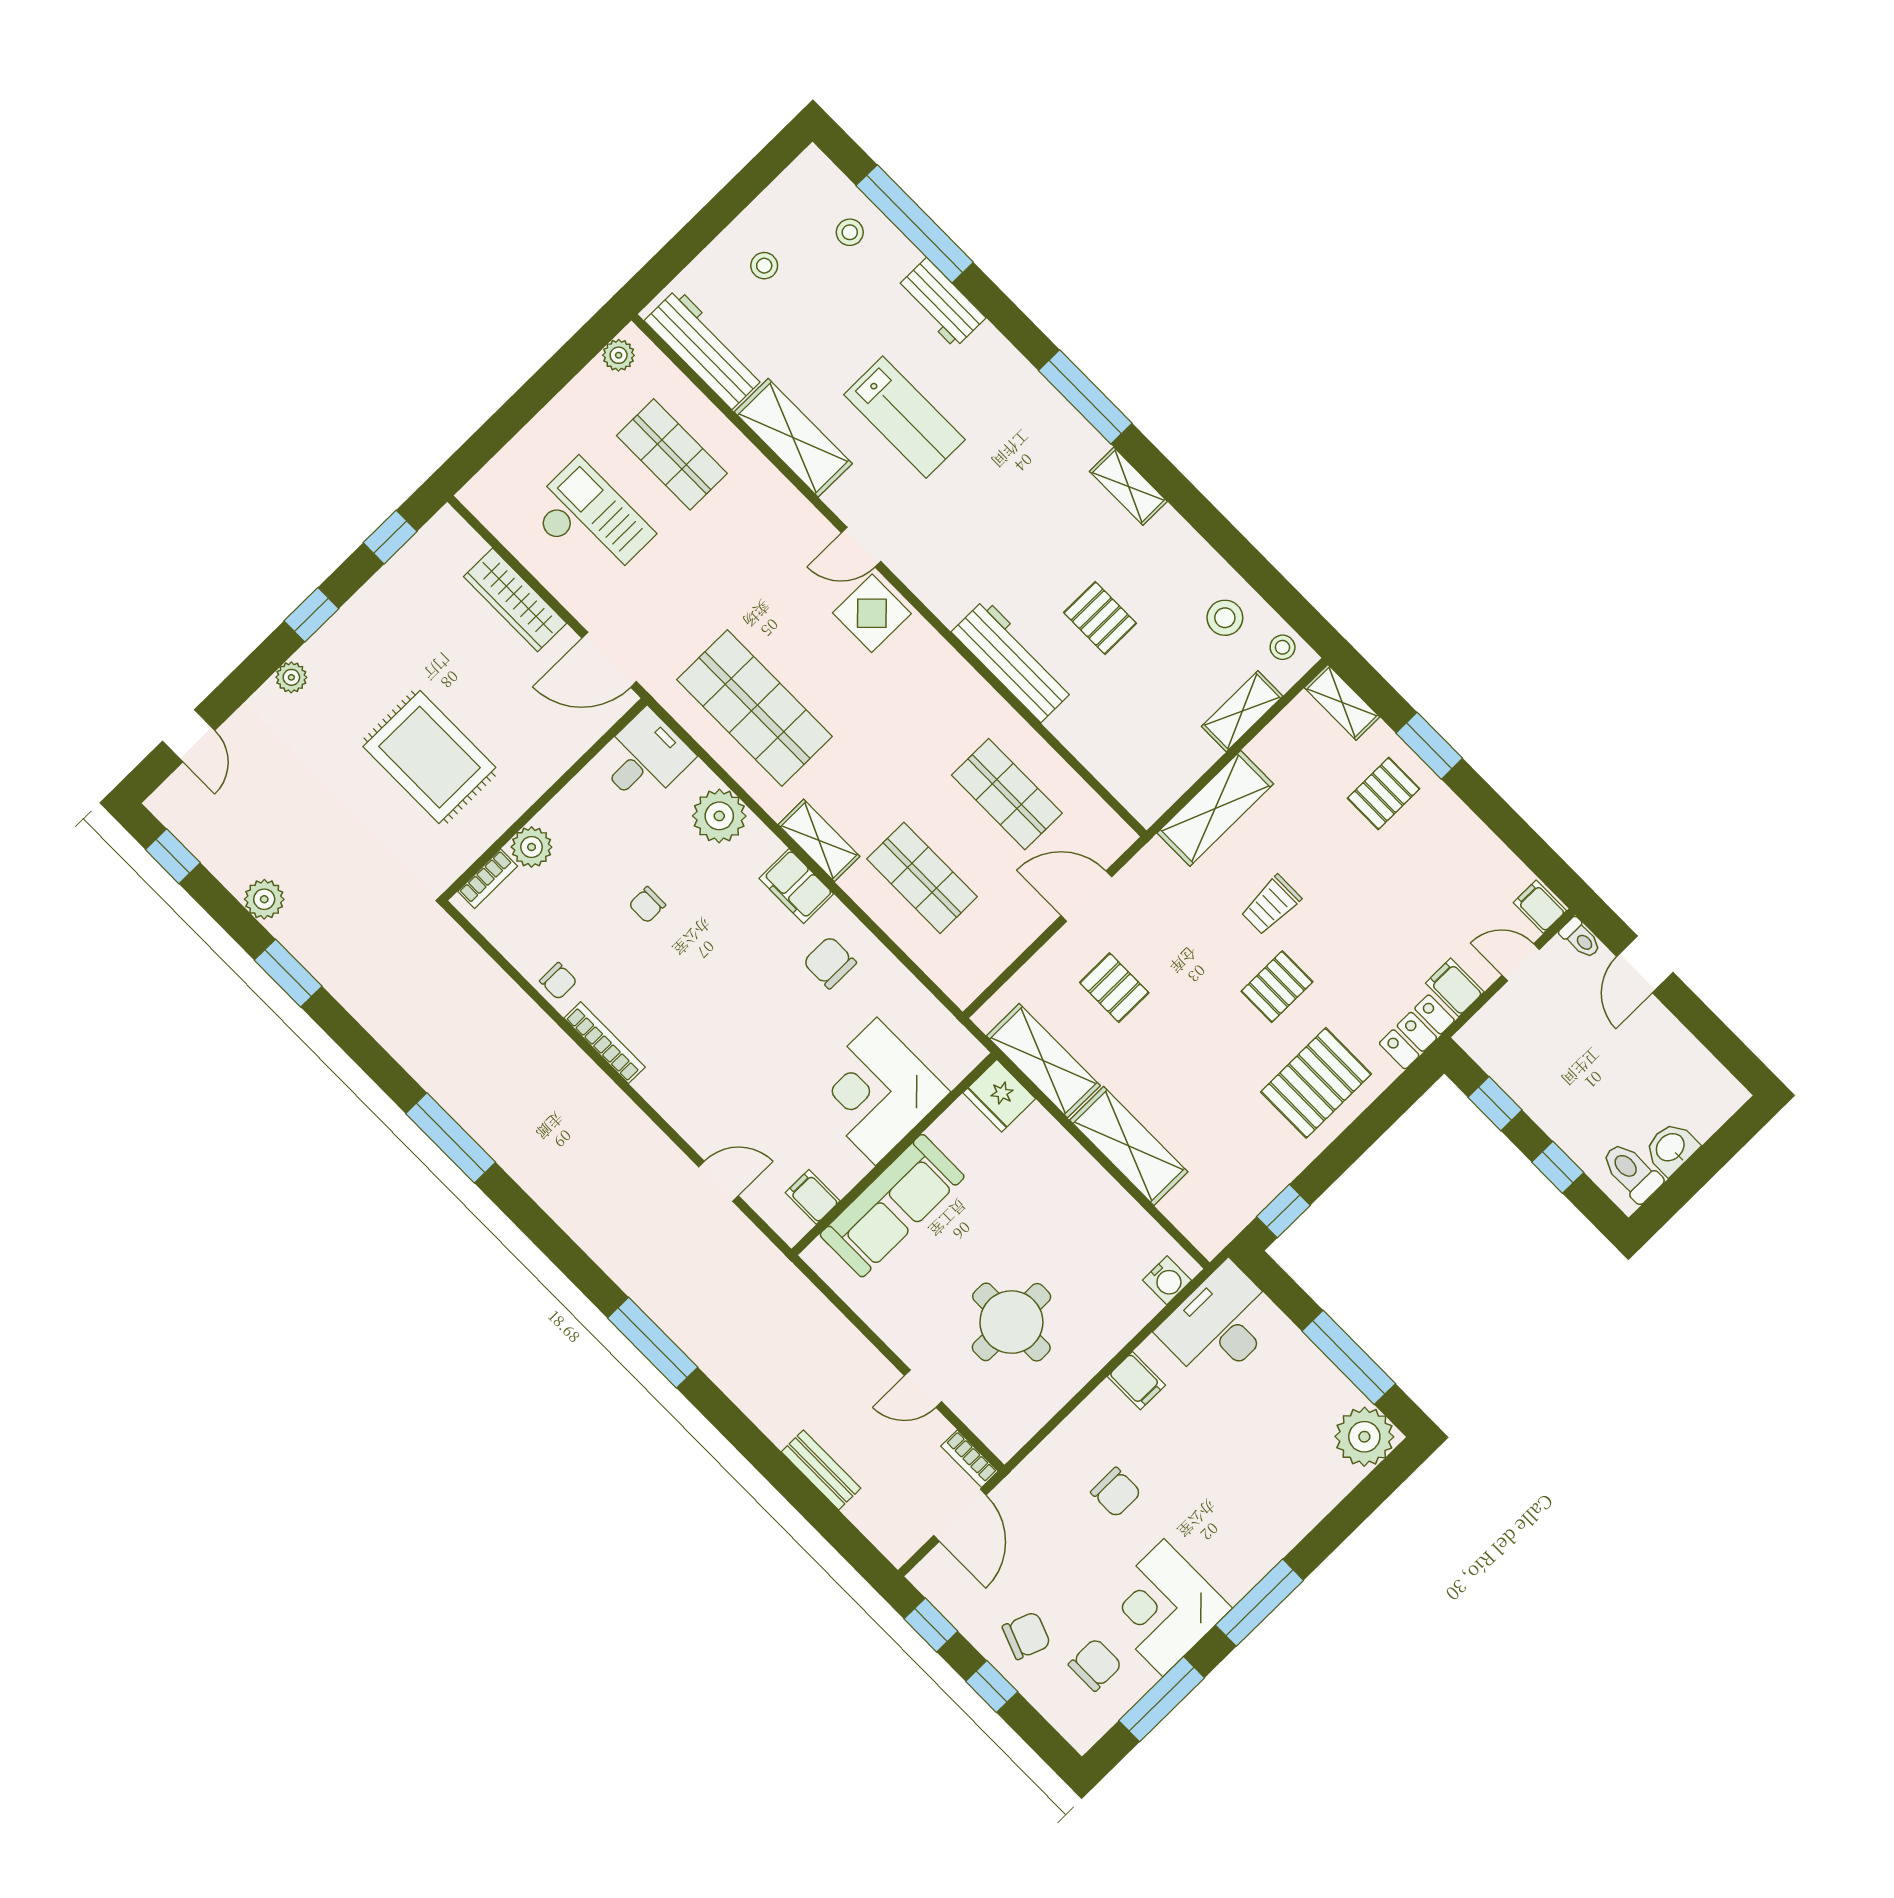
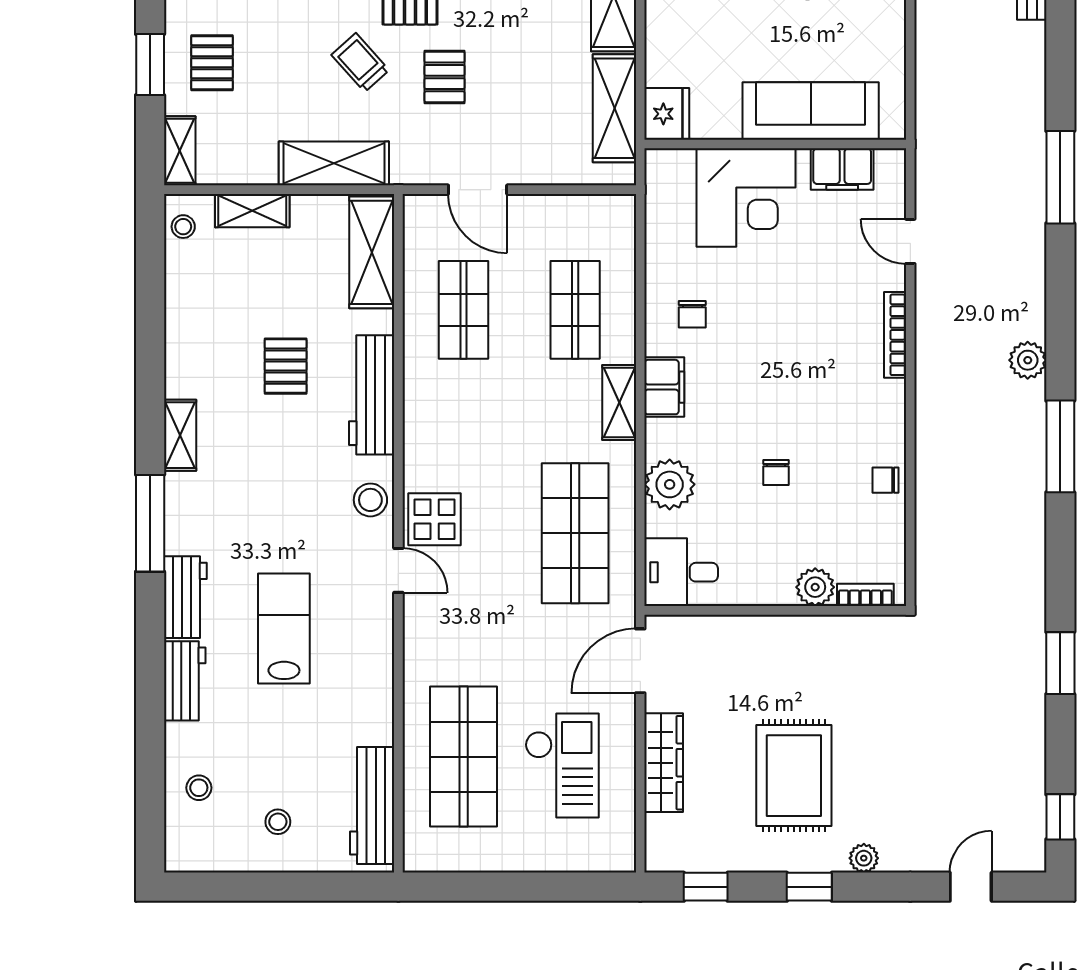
window: (915, 224) -> (150, 751), removed
plant: (619, 355) -> (434, 858), removed
workbench: (1003, 367) -> (185, 597), added
shelving: (793, 438) -> (372, 252), moved
shop shelf: (672, 454) -> (464, 757), width x1.43, depth x1.36
checkout: (590, 522) -> (562, 766), turned 180
stool: (1225, 618) -> (370, 500), moved
door: (609, 660) -> (640, 661), swing flipped
rug: (429, 757) -> (794, 776), moved
pallet: (1384, 793) -> (212, 63), turned 90
plant: (264, 899) -> (1028, 360), moved
chair: (647, 905) -> (776, 473), turned 90
trolley: (1271, 905) -> (360, 62), turned -132
chair: (830, 962) -> (692, 314), width x0.73, depth x0.73
chair: (558, 981) -> (886, 480), turned -90
pallet: (1114, 988) -> (445, 77), moved
bookcase: (605, 1043) -> (895, 335), moved
filing cabinet: (813, 1197) -> (842, 169), width x2.00

